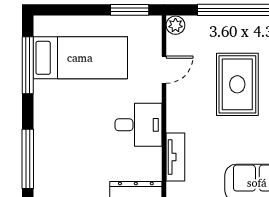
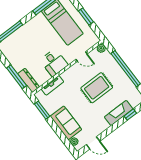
window: (130, 10) -> (86, 16), moved

